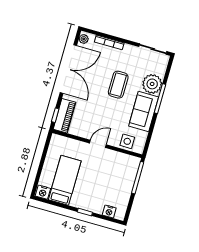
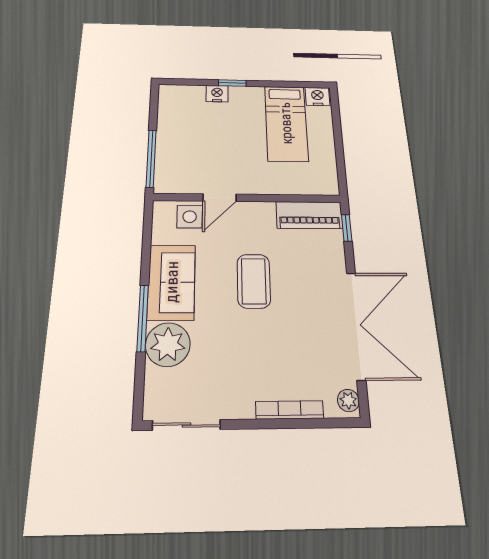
double door: (68, 69) -> (356, 325), swing flipped
coffee table: (118, 85) -> (254, 281), moved
piano: (65, 116) -> (309, 215), moved, turned -90
door: (98, 144) -> (220, 198), moved
nightstand: (109, 211) -> (217, 94), moved

